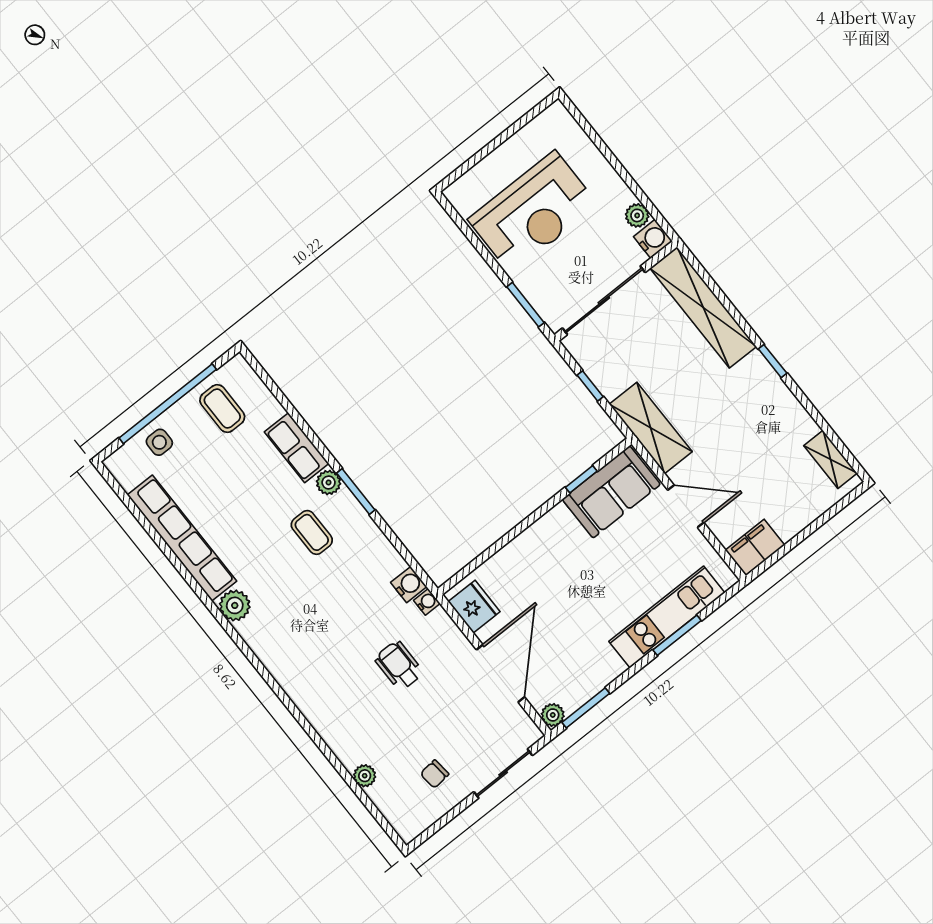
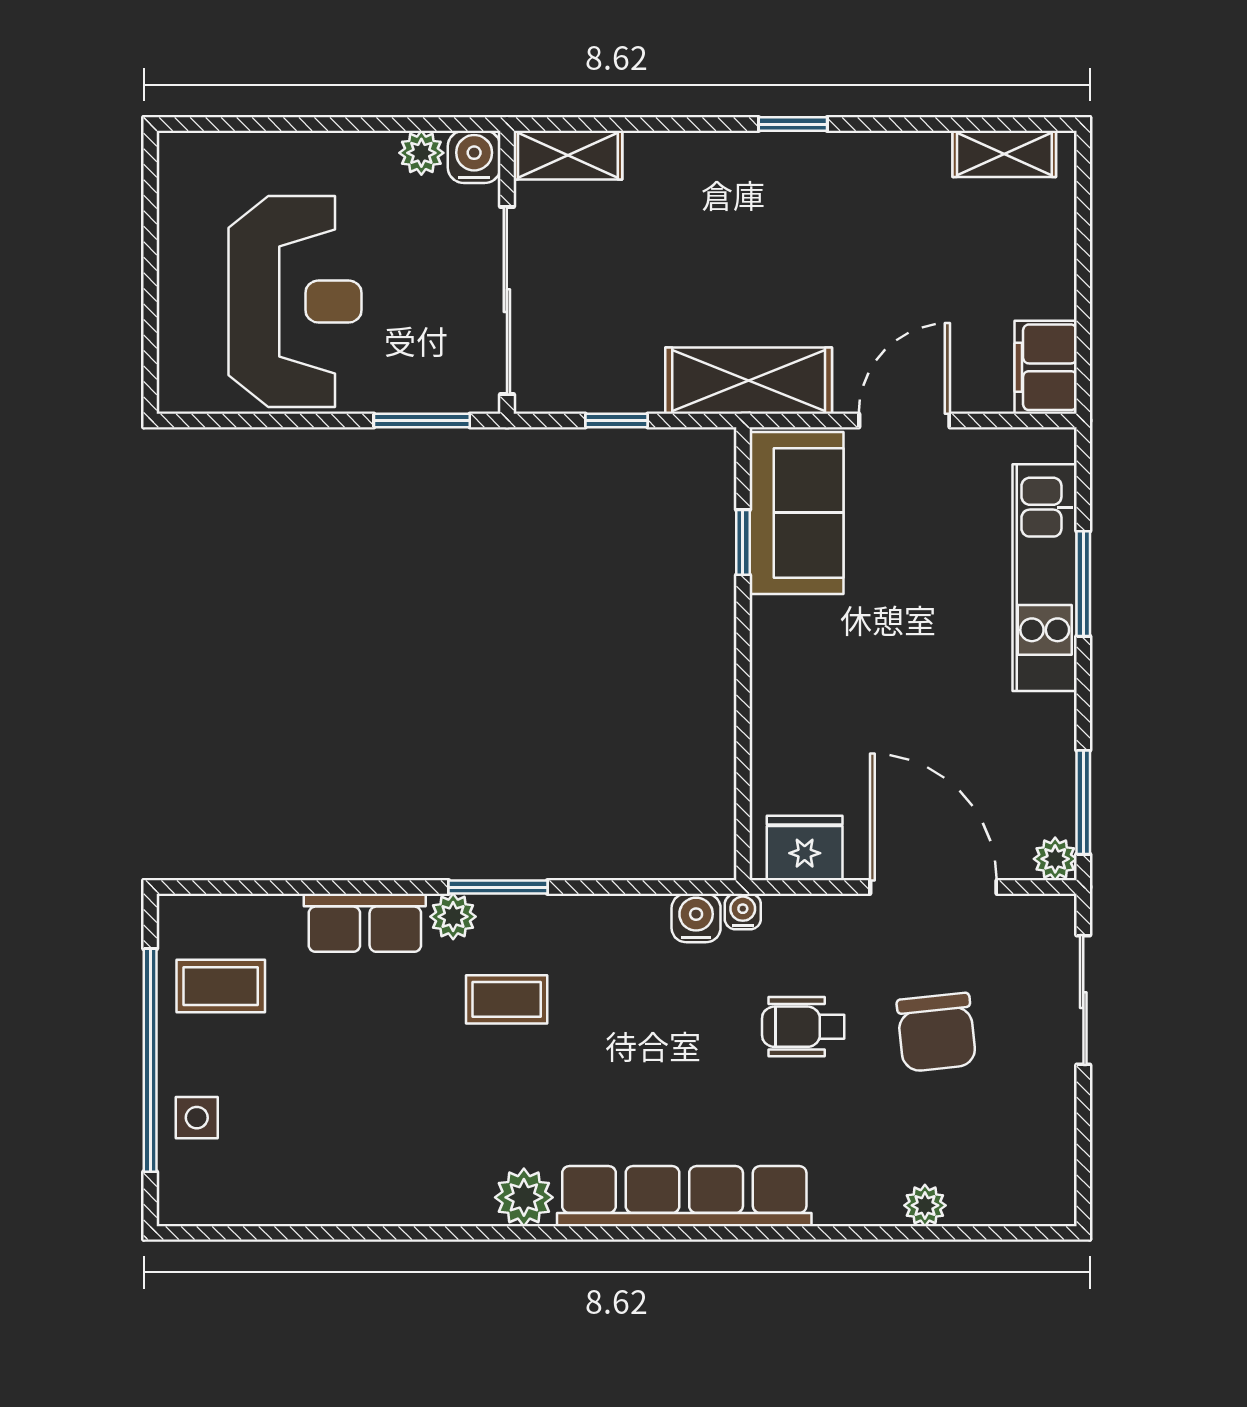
shelving: (703, 307) -> (568, 155), width x0.45, depth x0.75
row of seats: (182, 538) -> (684, 1196), moved
chair: (435, 774) -> (936, 1032), moved, width x1.87, depth x1.87

